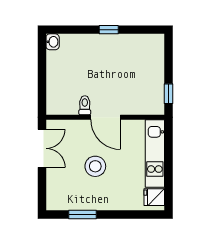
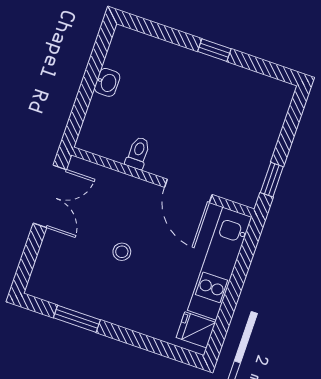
washbasin: (53, 42) -> (107, 82), moved
door: (106, 117) -> (188, 191), moved
stool: (95, 166) -> (122, 252), width x0.53, depth x0.53

